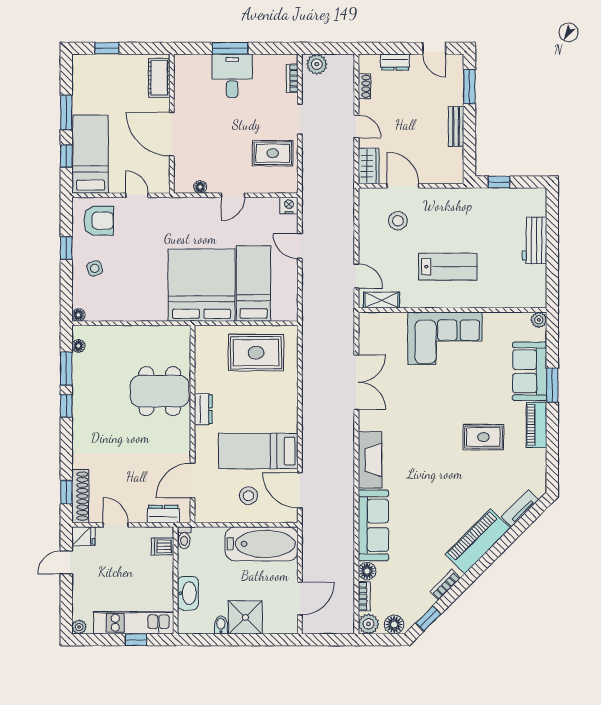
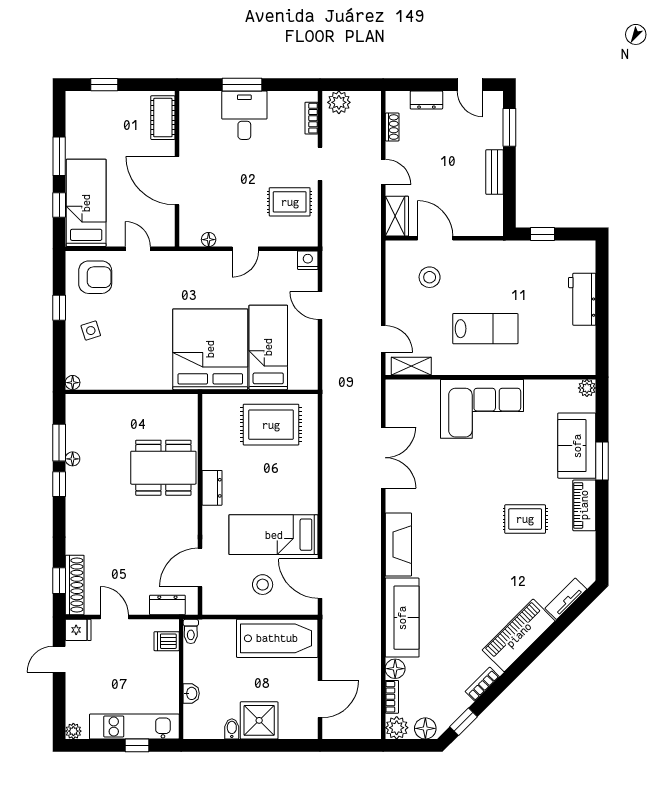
floor lamp: (78, 346) -> (73, 459), moved
washbasin: (188, 593) -> (191, 693), width x0.52, depth x0.69

